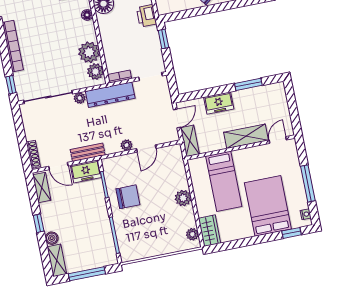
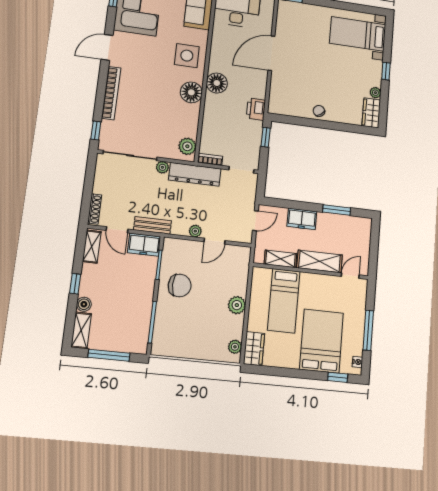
floor lamp: (87, 15) -> (191, 92), width x1.89, depth x1.89
plant: (89, 52) -> (187, 125), removed
shelving: (190, 141) -> (280, 259), moved, turned 90

